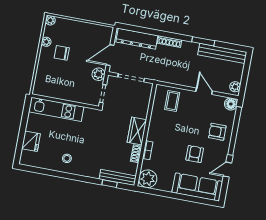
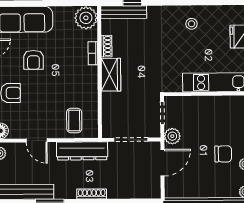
dresser: (137, 39) -> (82, 151), moved, turned 180

